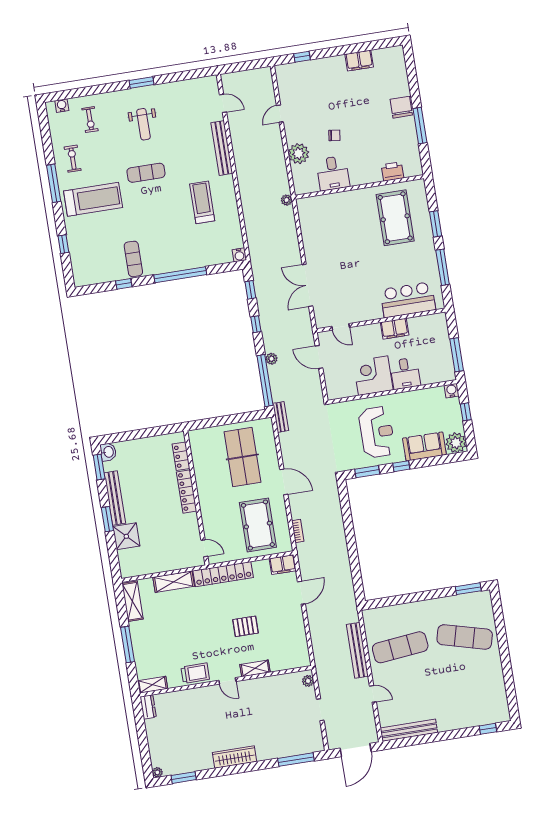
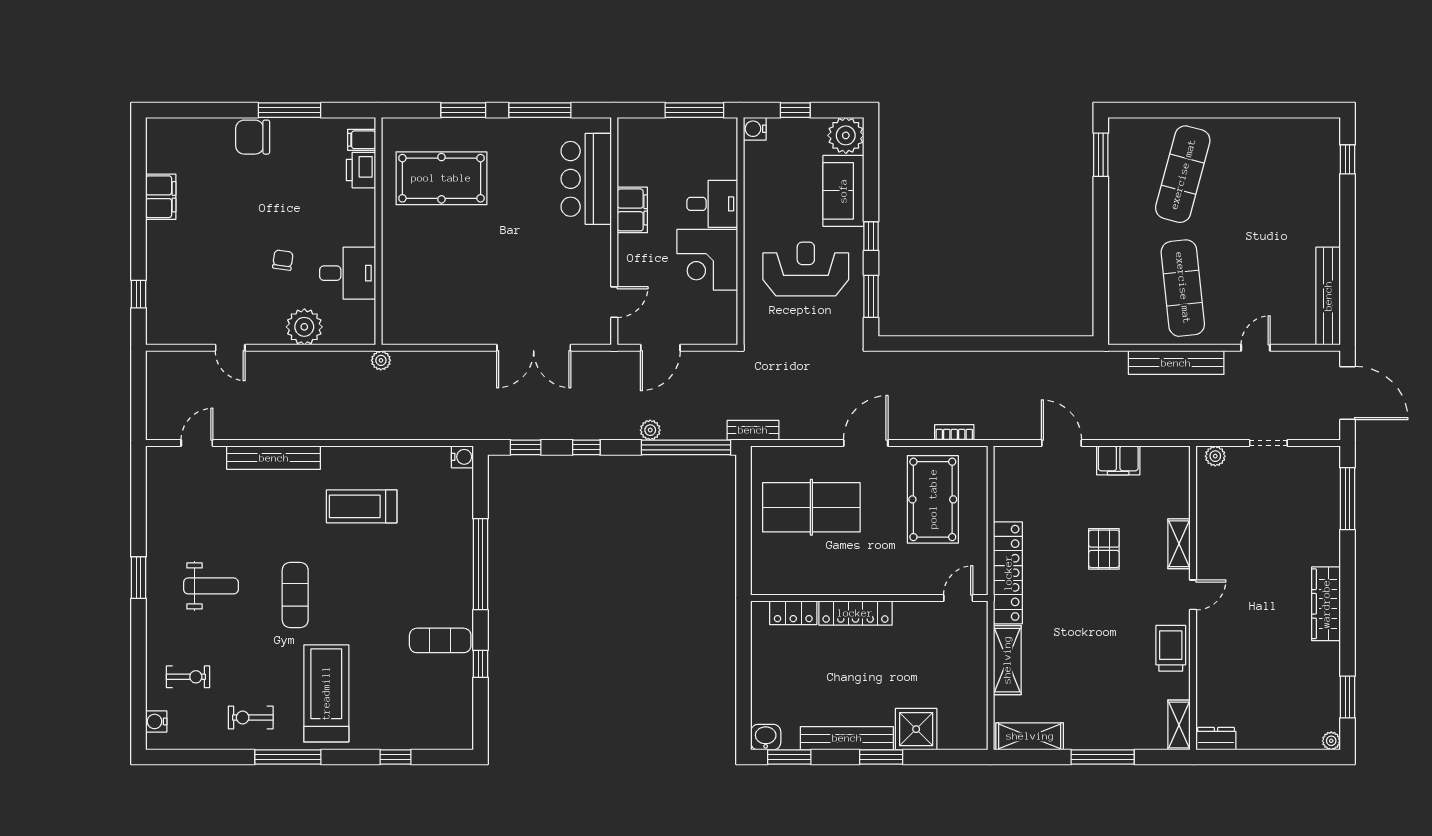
filing cabinet: (410, 169) -> (362, 140), added
pool table: (258, 525) -> (933, 499), turned 90
filing cabinet: (283, 565) -> (1118, 460), moved, turned 90

